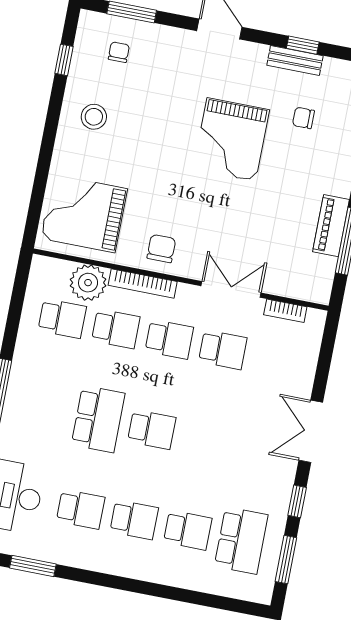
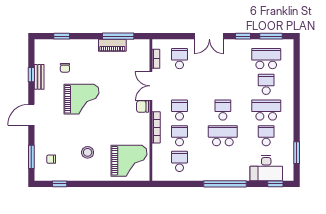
stool: (94, 117) -> (88, 152), moved
grand piano: (84, 214) -> (129, 161), turned -90
chair: (161, 249) -> (142, 107), moved
plant: (88, 283) -> (161, 153), removed
school desk: (223, 350) -> (179, 59), moved
school desk: (134, 520) -> (266, 110), width x1.85

